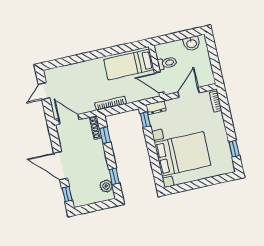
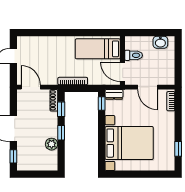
door: (189, 92) -> (148, 87), swing flipped
window: (114, 176) -> (61, 133), moved
plant: (106, 186) -> (52, 144), moved

